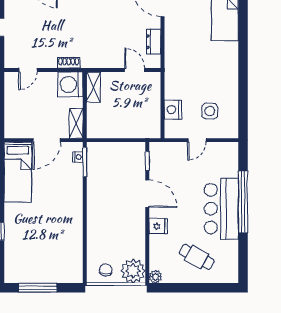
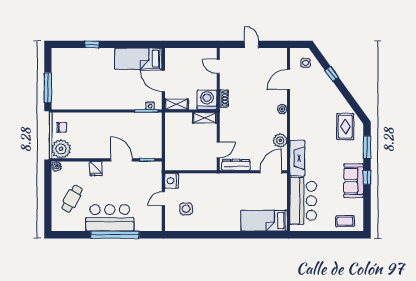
dresser: (154, 42) -> (236, 165), width x1.44
nightstand: (173, 110) -> (172, 181), moved, turned -90
door: (197, 140) -> (163, 199), hinge flipped
door: (147, 194) -> (122, 160), swing flipped
window: (38, 288) -> (48, 88), moved

